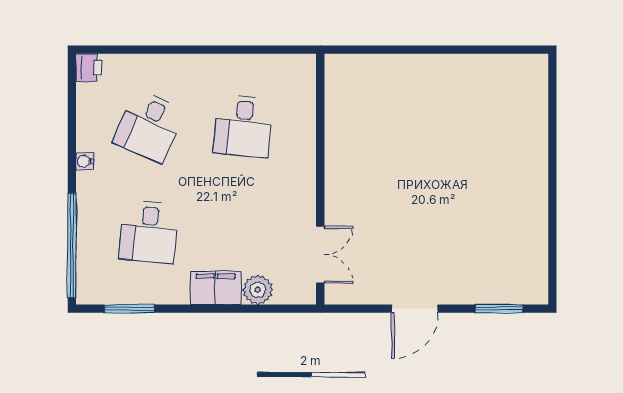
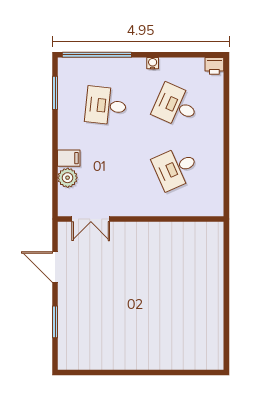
desk: (243, 126) -> (176, 168), turned -30
filing cabinet: (216, 288) -> (69, 158), width x0.50
door: (415, 309) -> (55, 267), moved
window: (499, 309) -> (55, 322), moved

